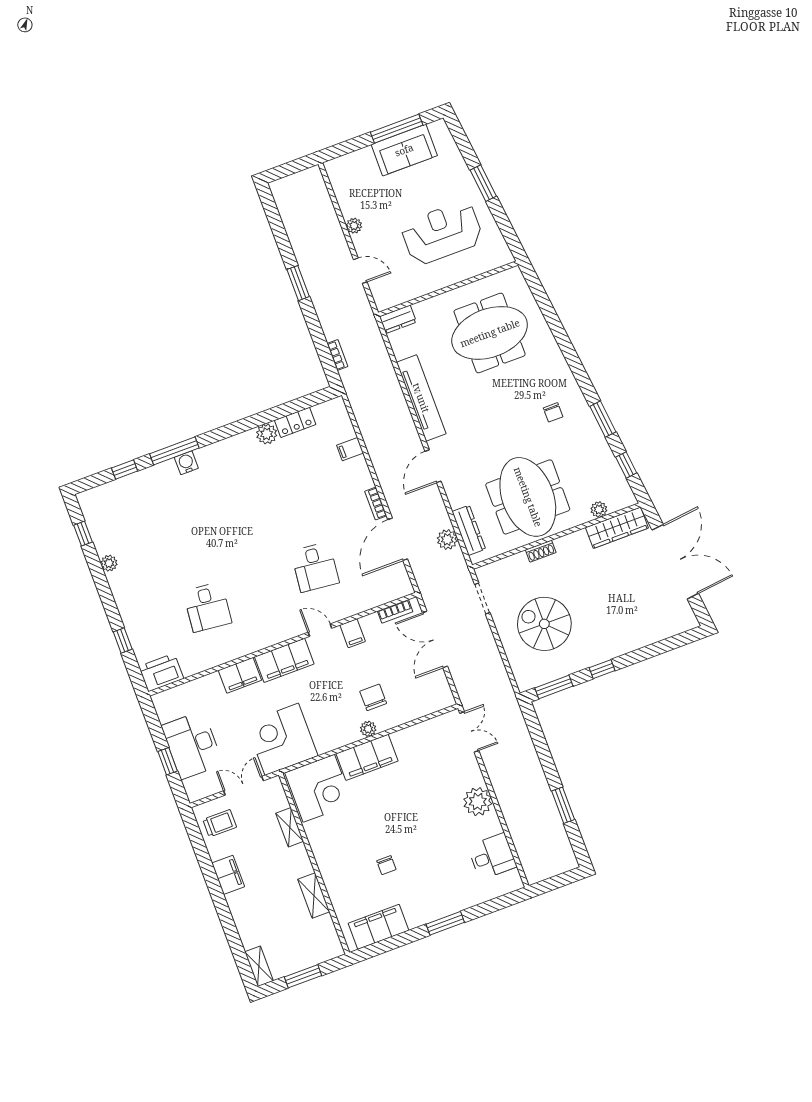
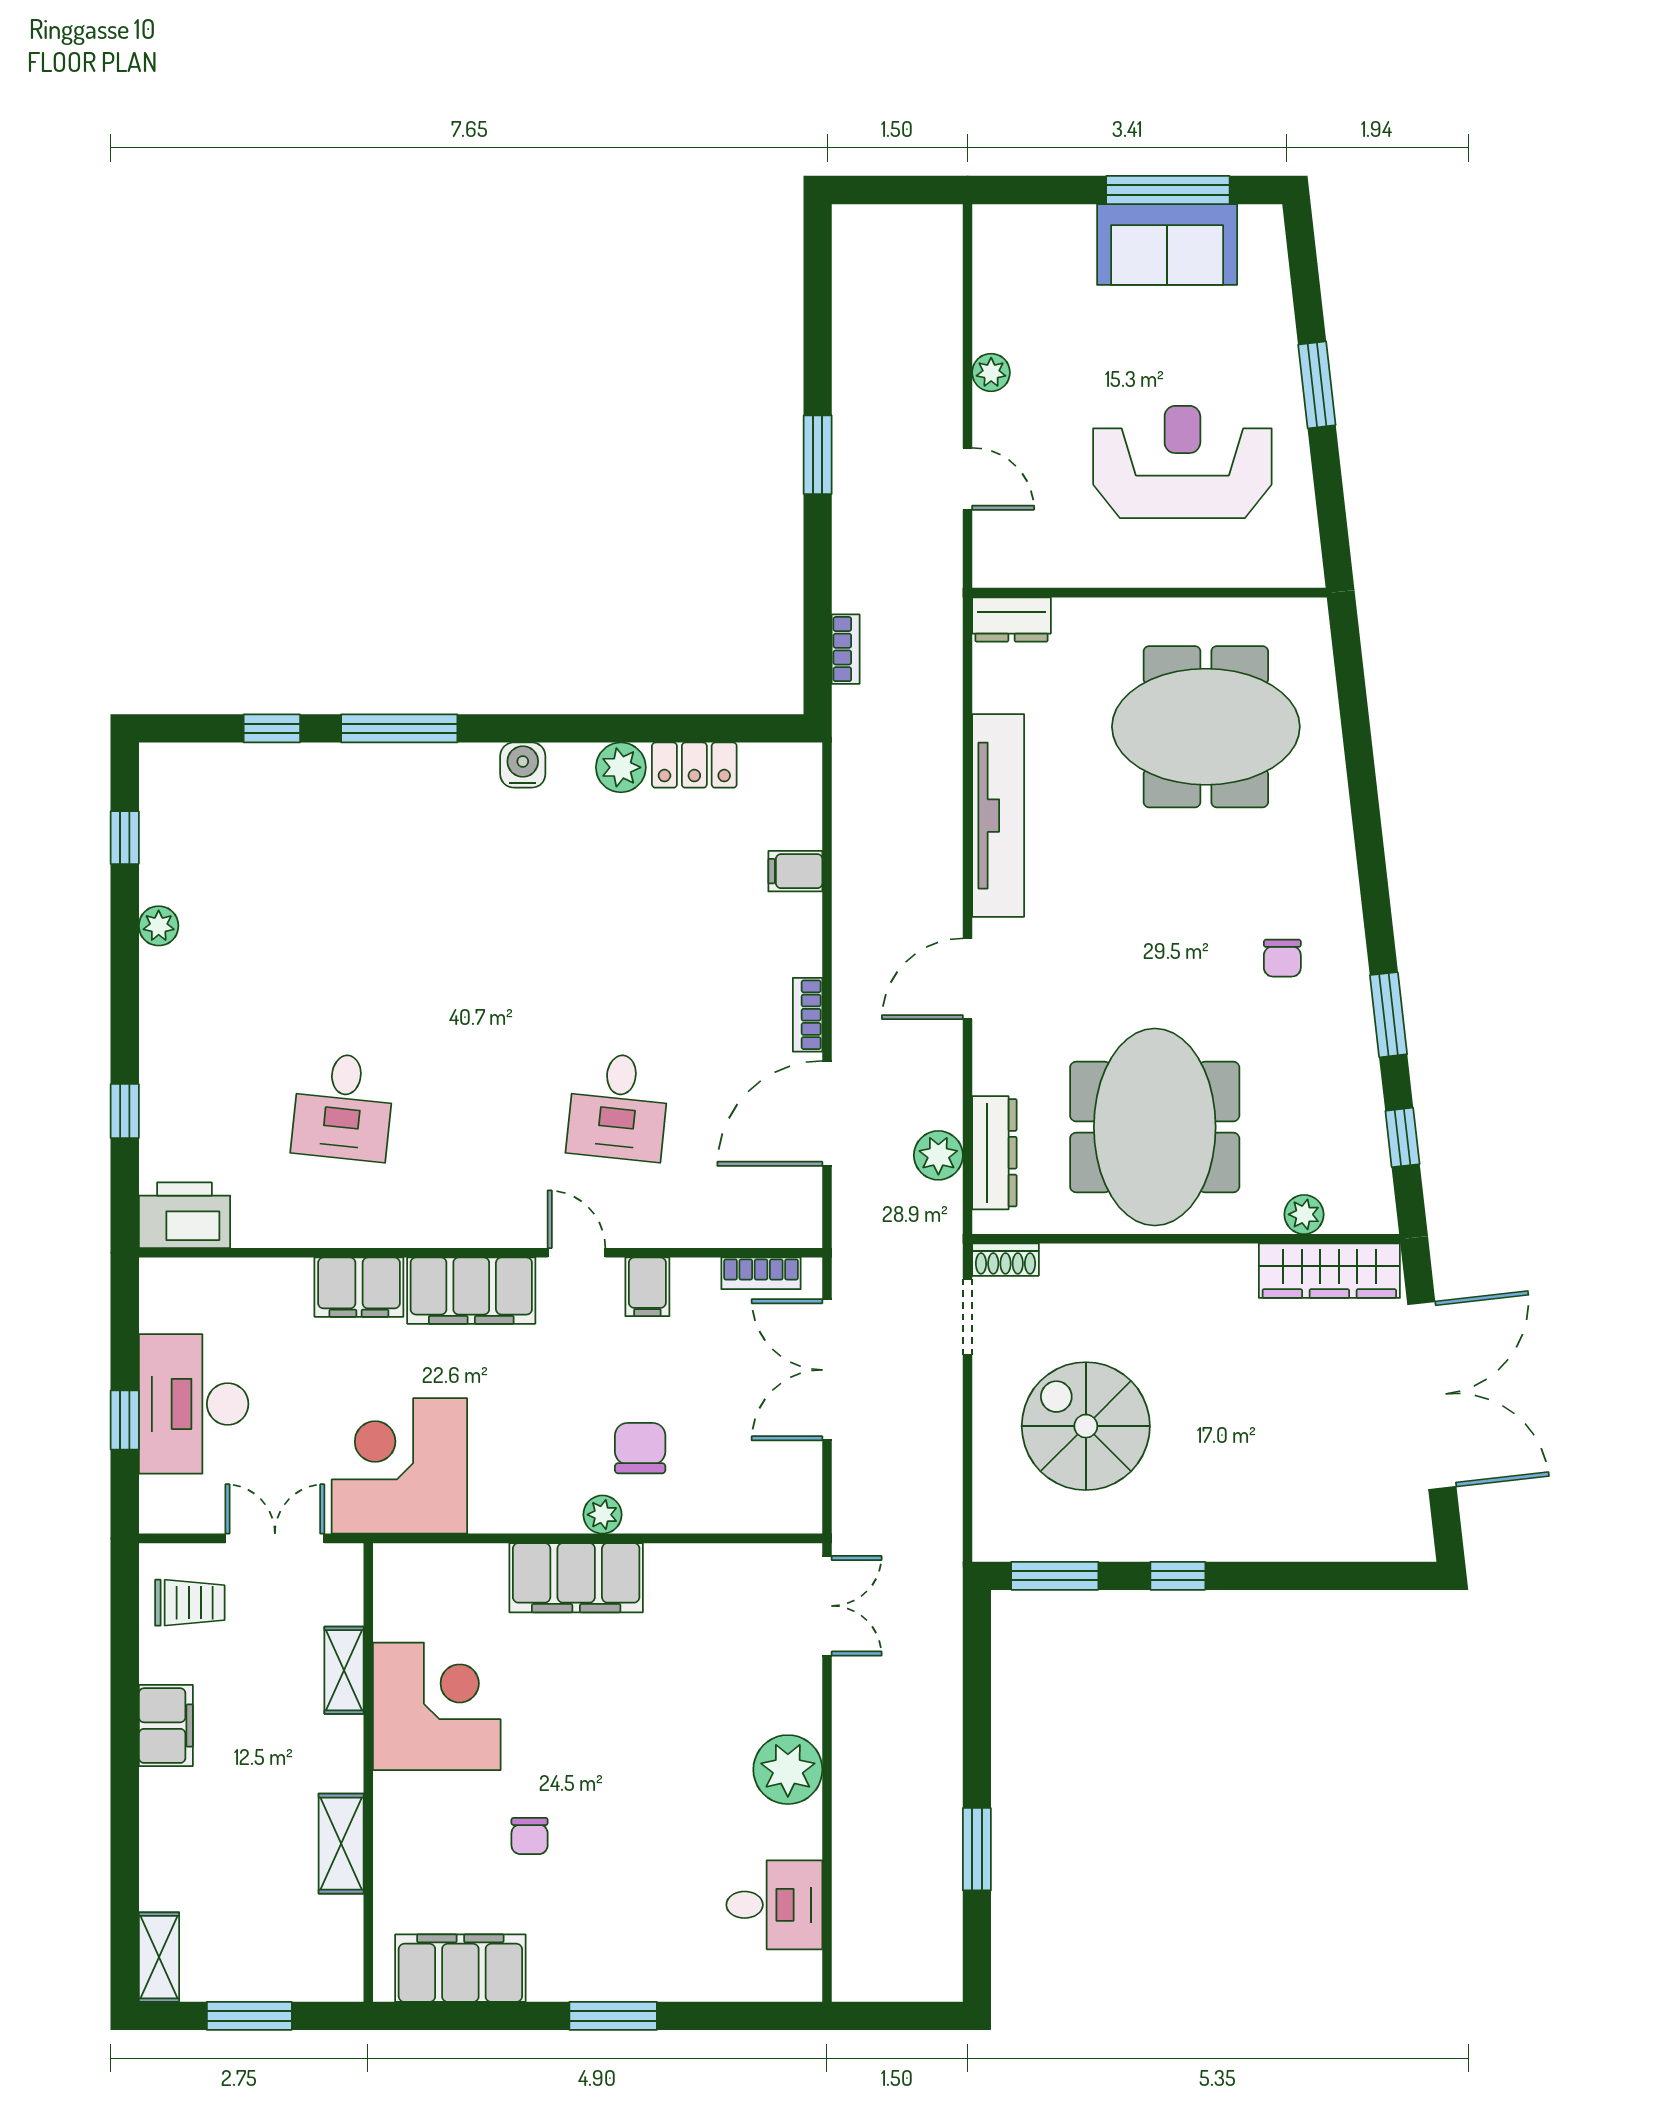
water cooler: (186, 463) -> (523, 765), moved
shoe rack: (541, 551) -> (1006, 1260), moved
corner desk: (319, 788) -> (437, 1706), moved, turned -90

